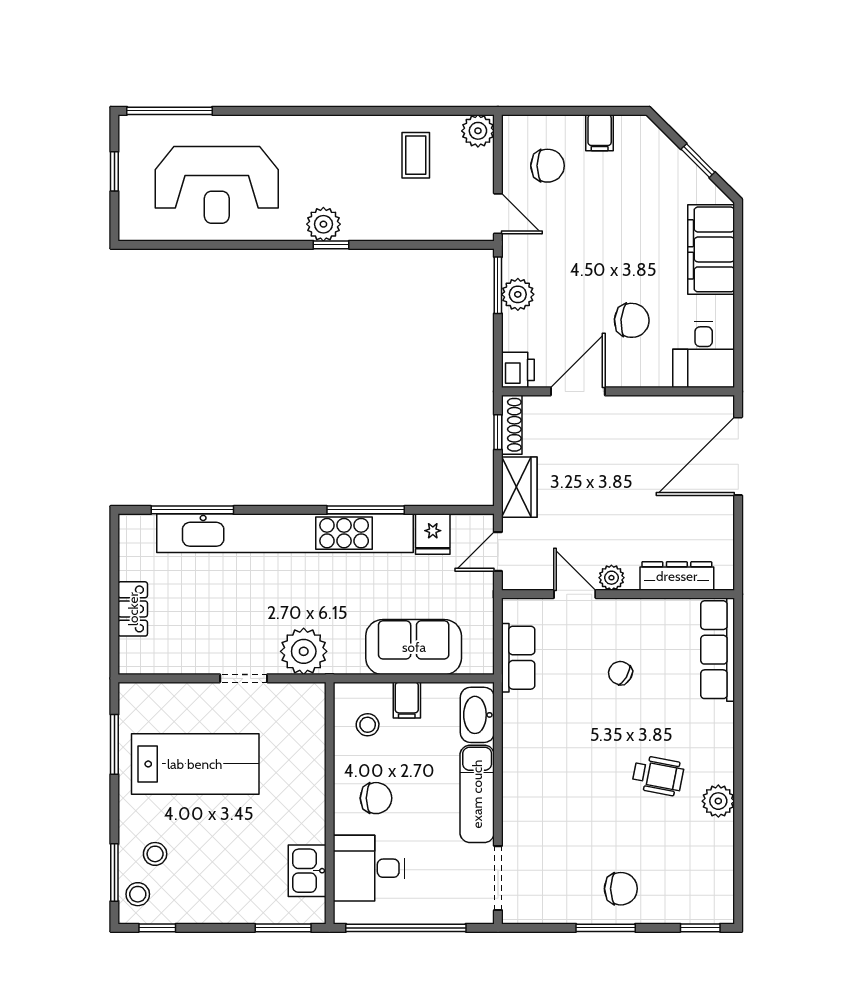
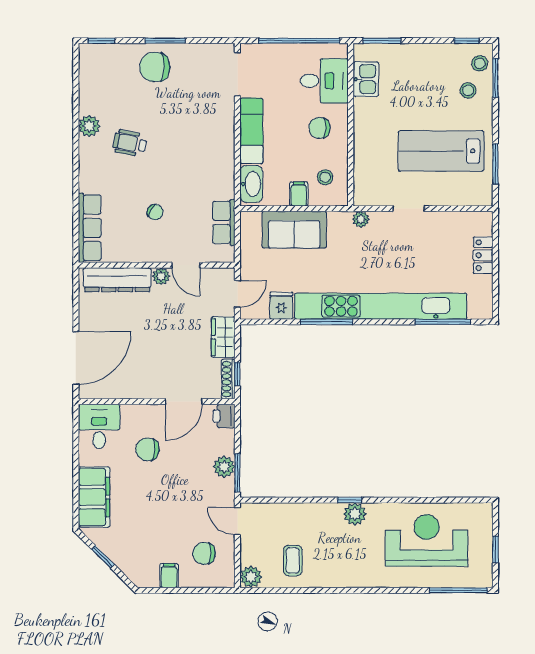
dresser: (677, 576) -> (117, 280), width x1.37, depth x1.24
plant: (304, 651) -> (361, 219), width x0.53, depth x0.53
chair: (621, 889) -> (155, 67), width x1.37, depth x1.37

